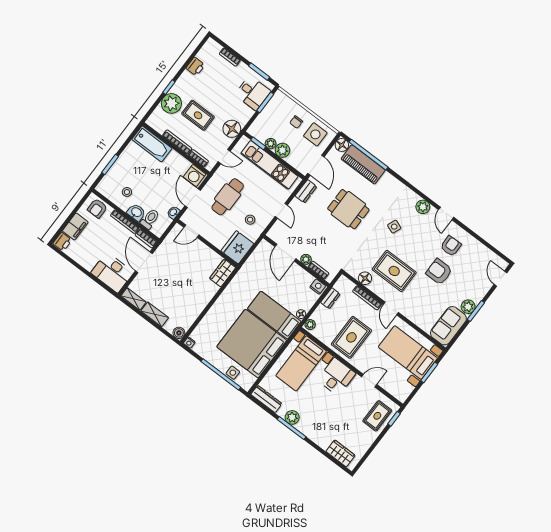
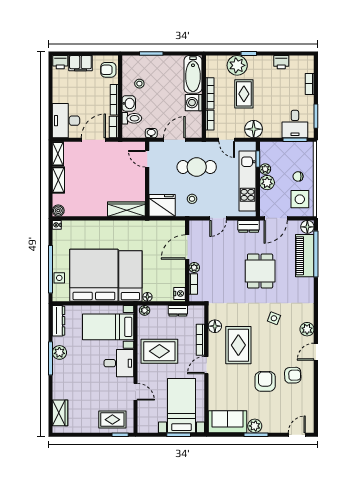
washing machine: (195, 175) -> (194, 103), moved
wardrobe: (223, 273) -> (126, 209), width x1.50

